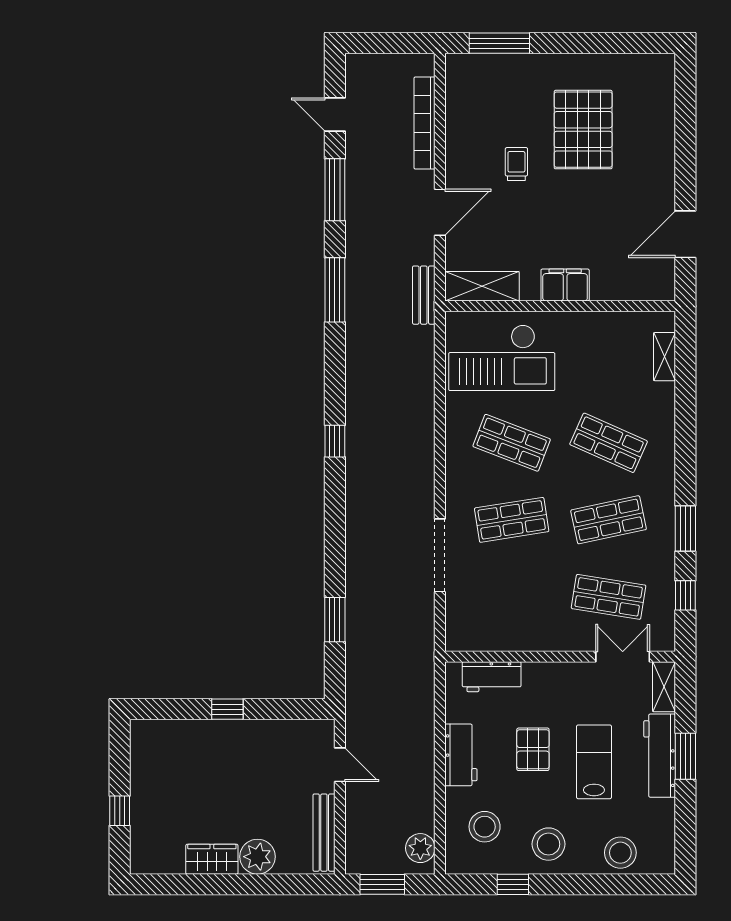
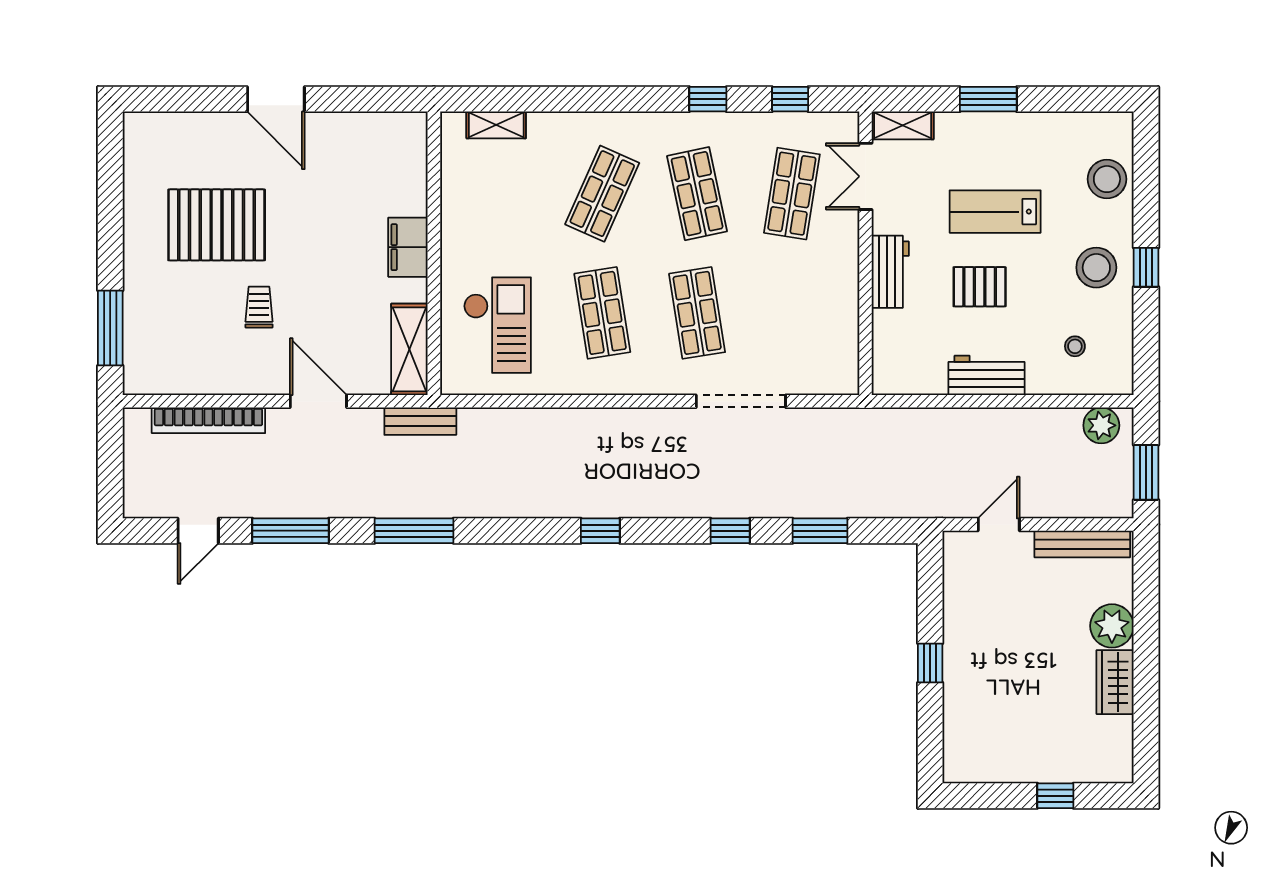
trolley: (516, 164) -> (259, 307), turned 90
door: (685, 234) -> (276, 99), moved
checkout: (502, 358) -> (497, 325), width x0.73, depth x0.83
shop shelf: (512, 443) -> (602, 313), turned -30
window: (685, 529) -> (708, 99), width x0.67
window: (335, 547) -> (730, 531), added
workbench: (492, 677) -> (890, 272), moved
workbench: (660, 756) -> (987, 131), removed
stool: (485, 827) -> (1075, 346), width x0.53, depth x0.53
window: (513, 884) -> (1146, 267), moved

